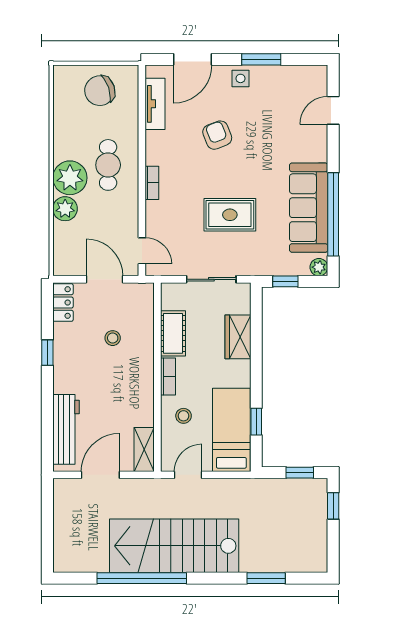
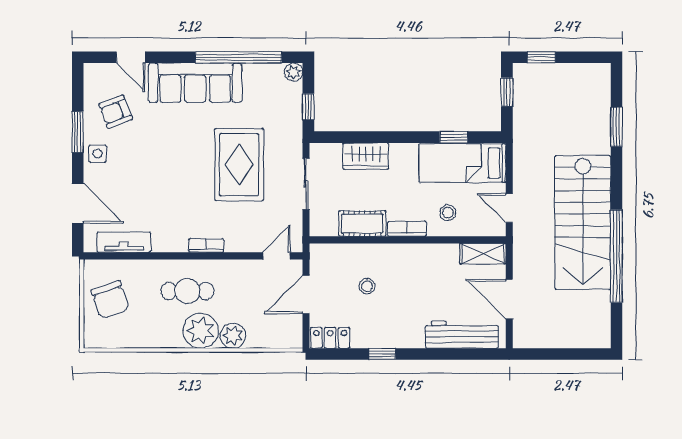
armchair: (217, 135) -> (116, 112), moved
sofa: (309, 208) -> (195, 83), moved
rug: (230, 215) -> (239, 165), width x1.36, depth x1.43

